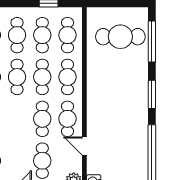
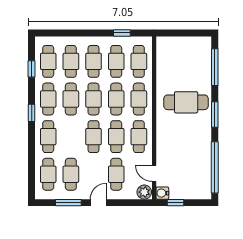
cafe table: (120, 37) -> (186, 102), moved
cafe table: (17, 119) -> (94, 137), added
door: (84, 146) -> (154, 173), moved

